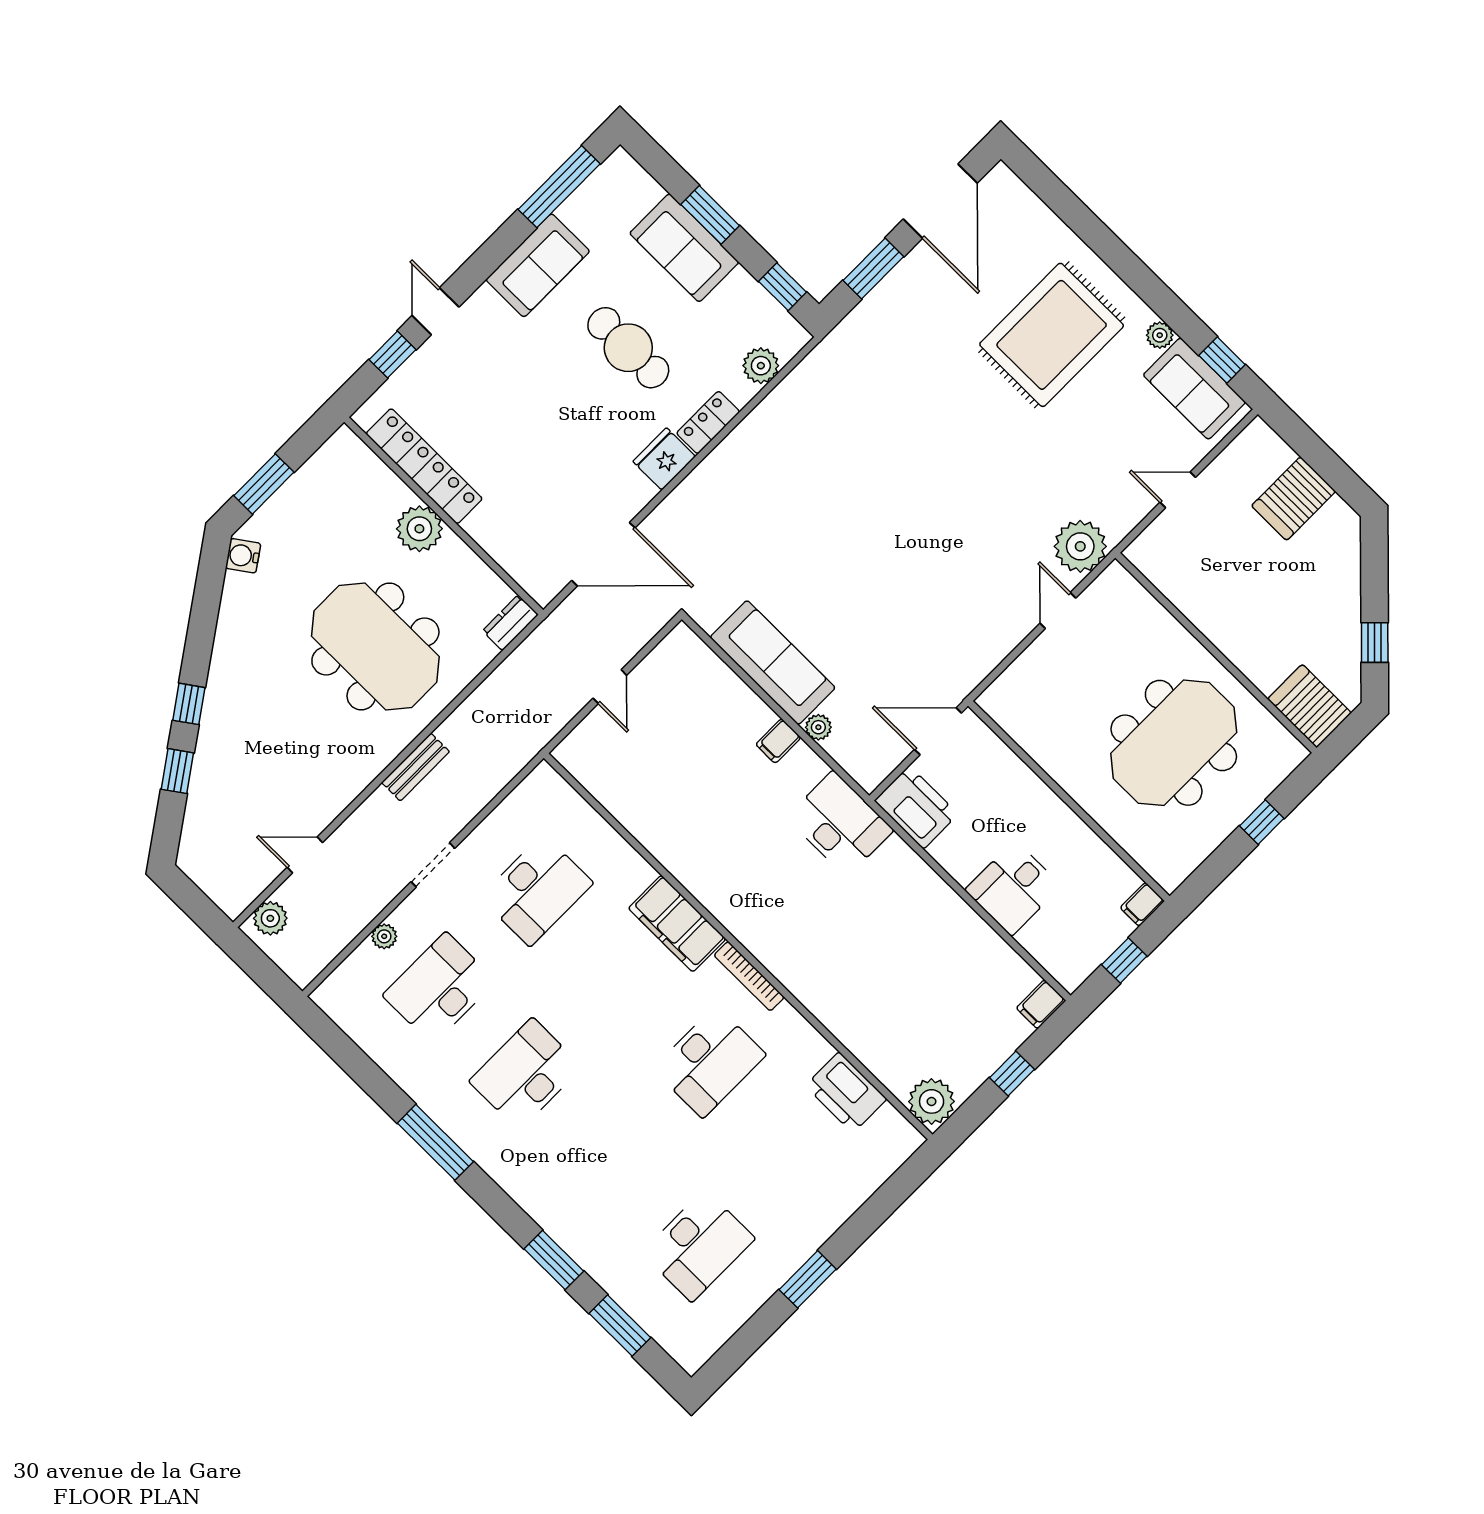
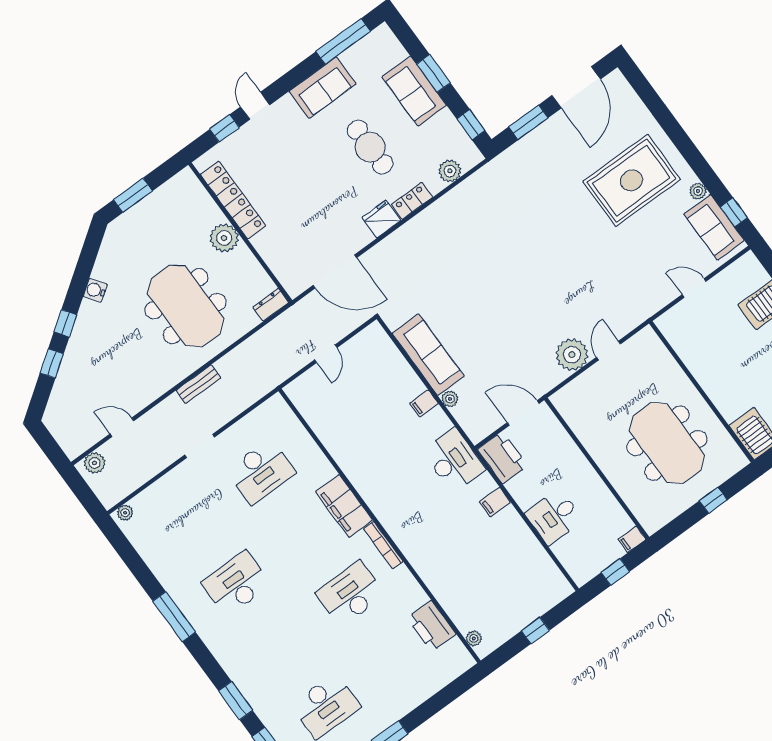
plant: (1080, 546) -> (572, 355), moved
water cooler: (243, 556) -> (95, 290), moved
meeting table: (1174, 743) -> (667, 443), turned 90
plant: (384, 936) -> (125, 513), moved
desk: (439, 988) -> (192, 522), removed
filing cabinet: (1041, 1004) -> (495, 502), moved
desk: (709, 1062) -> (350, 594), turned 180
plant: (932, 1101) -> (474, 638), width x0.53, depth x0.53

